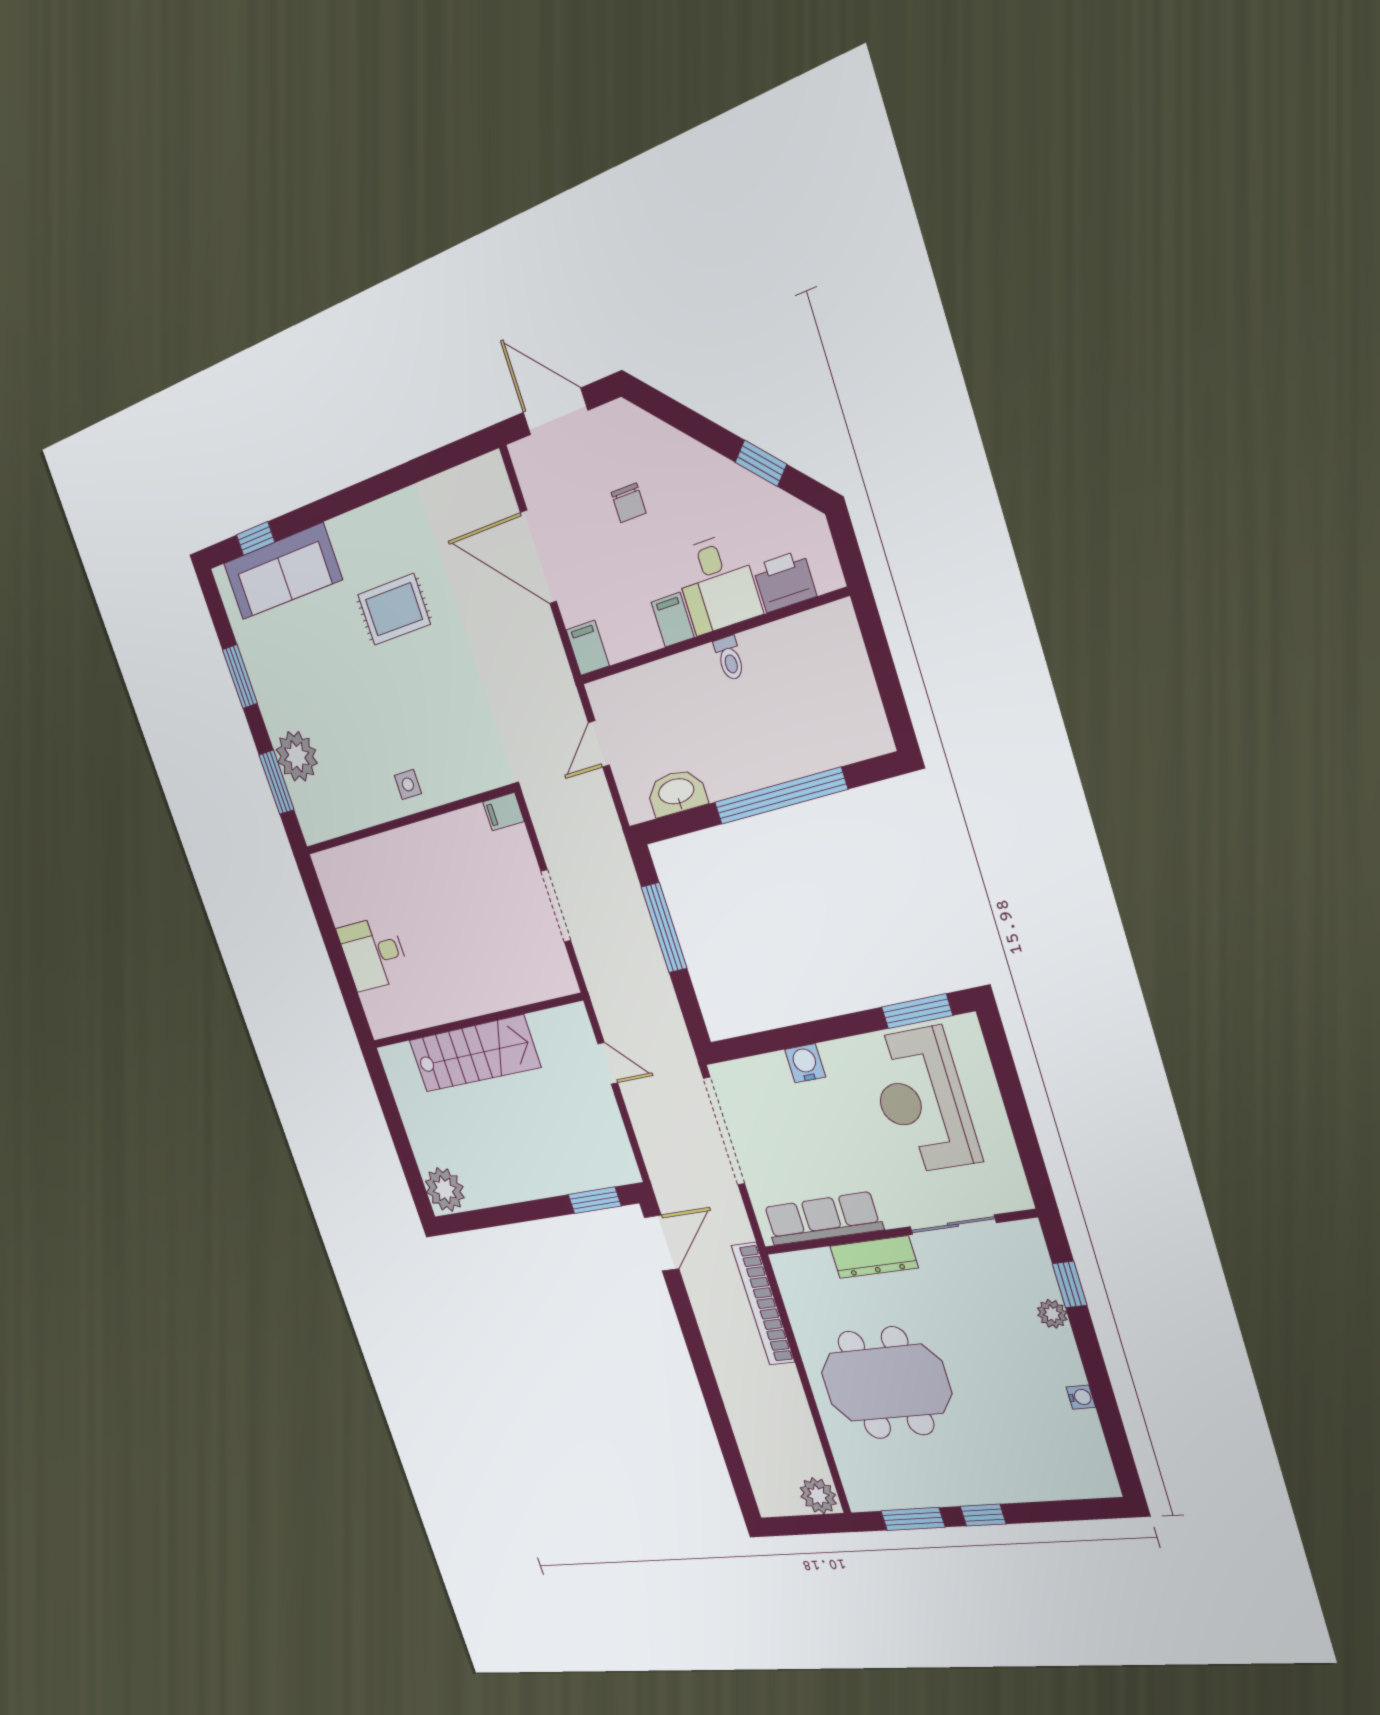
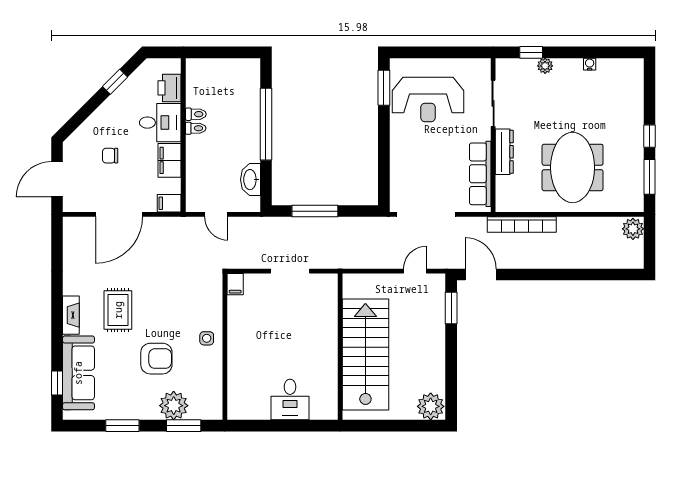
chair: (629, 503) -> (110, 156), turned 180
fireplace: (357, 525) -> (71, 315), added
filing cabinet: (673, 620) -> (170, 160), width x2.00
toilet: (754, 651) -> (196, 114), added
armchair: (349, 704) -> (156, 359), added
stairs: (474, 1054) -> (365, 354), width x1.36, depth x1.51
door: (608, 1063) -> (415, 271), moved
water cooler: (805, 1063) -> (399, 156), removed

